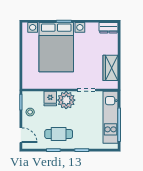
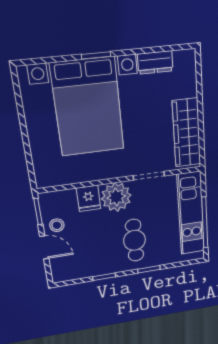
dresser: (108, 28) -> (155, 62), moved
wardrobe: (110, 68) -> (187, 133), width x1.50
cafe table: (59, 134) -> (135, 240), moved, turned 90
door: (21, 135) -> (44, 247), moved

